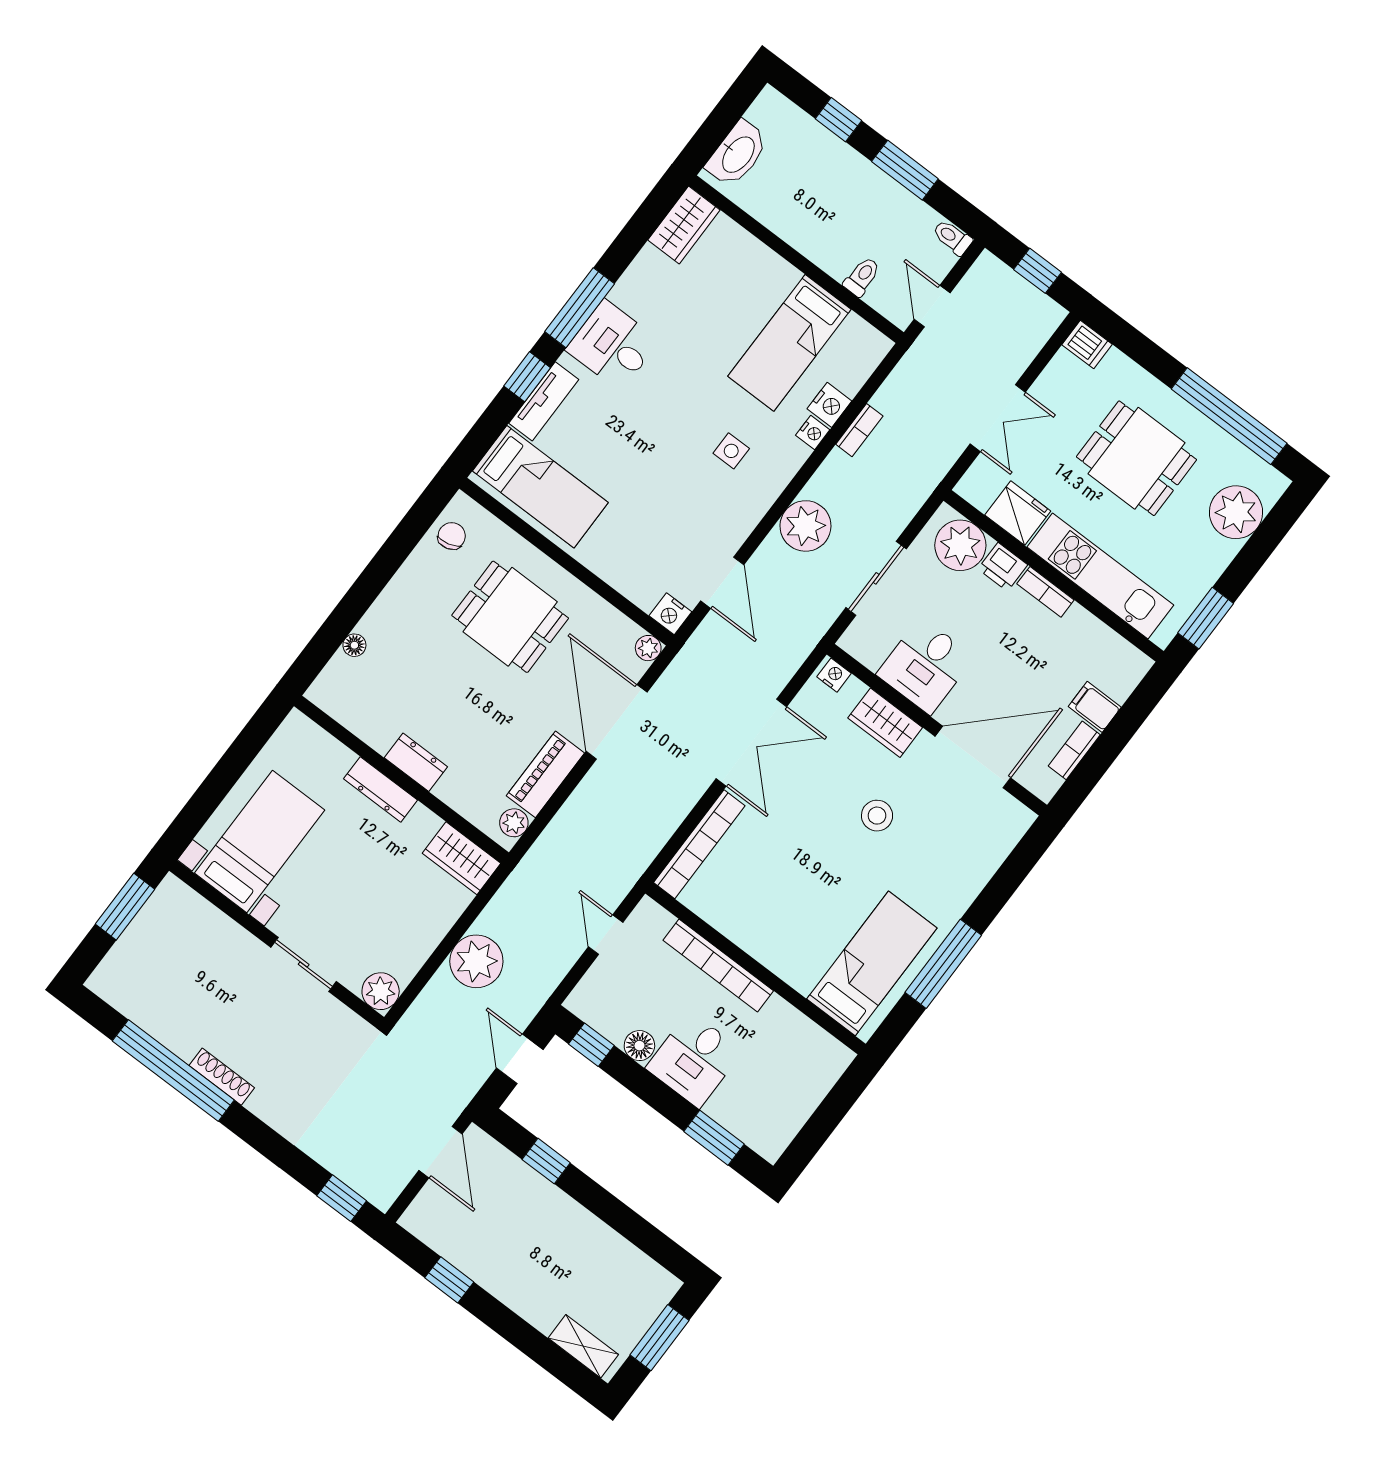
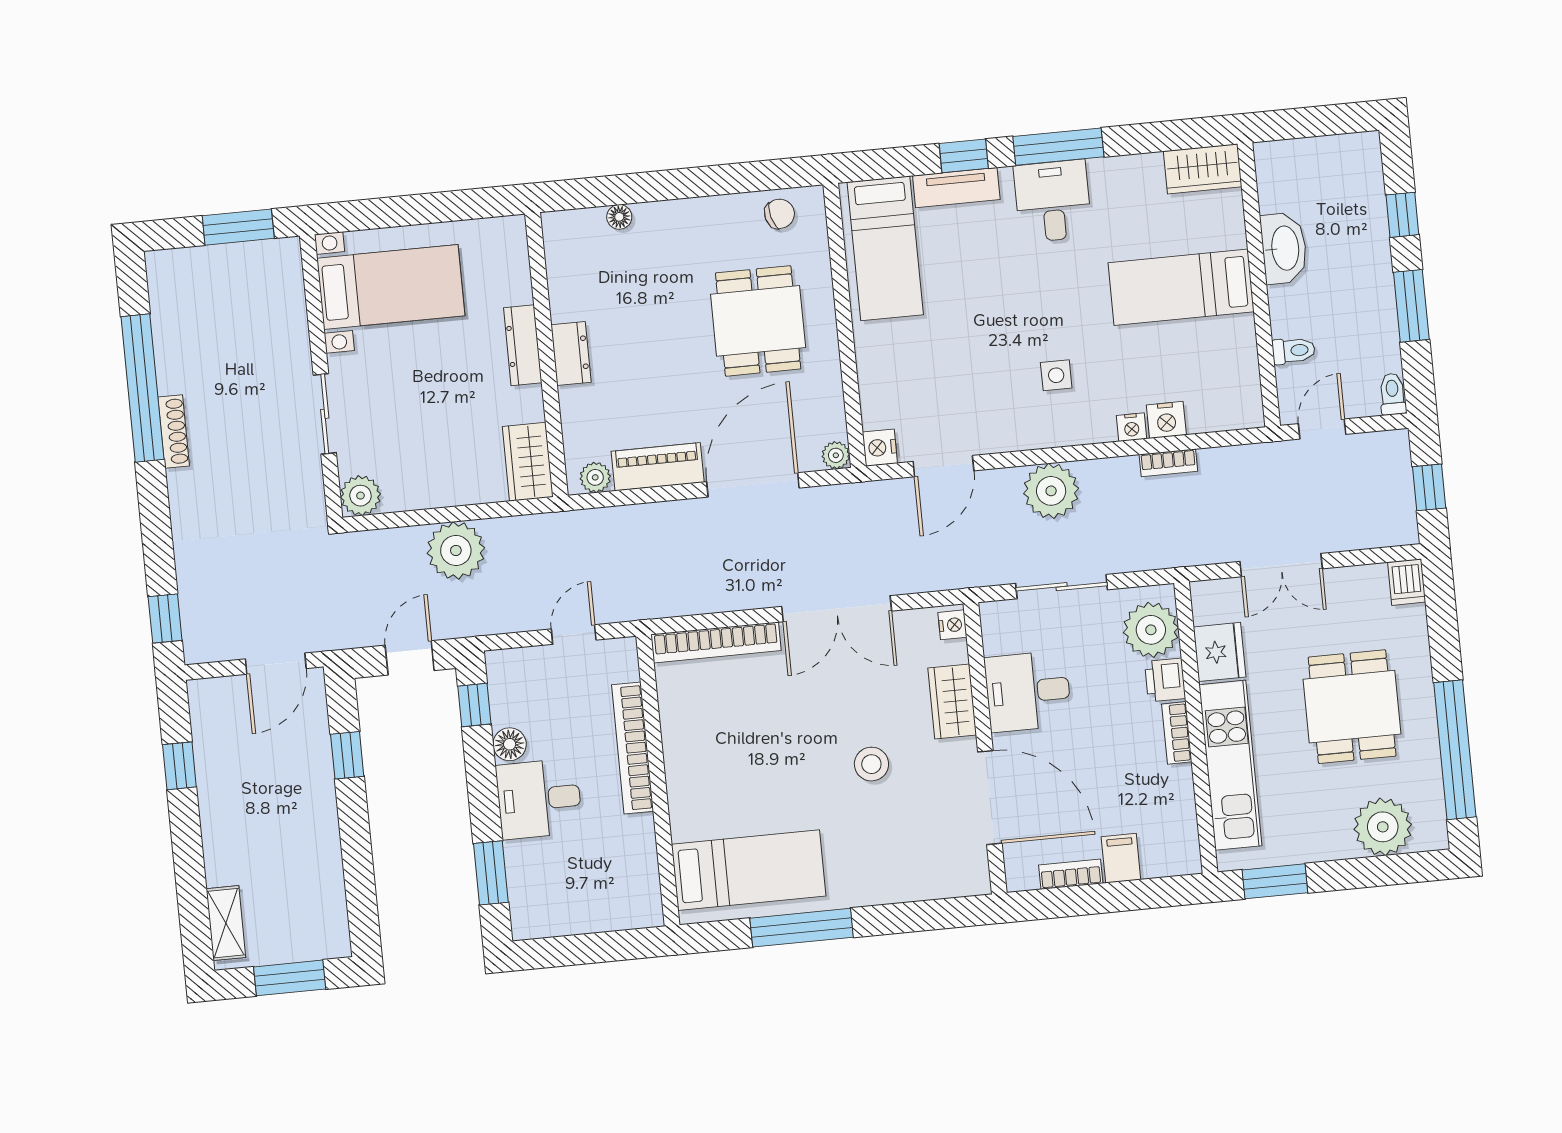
washbasin: (737, 154) -> (1284, 248), moved, turned -90
bed: (789, 343) -> (1181, 287), moved

